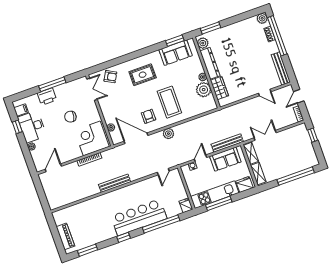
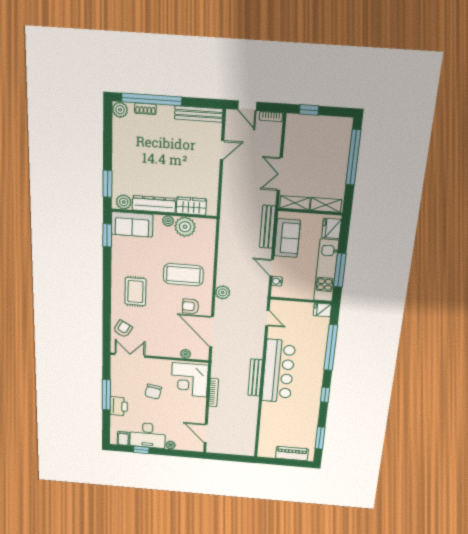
sofa: (176, 53) -> (132, 224), moved, turned 90
door: (136, 138) -> (212, 332), hinge flipped
bar counter: (139, 217) -> (278, 371), moved, turned 180

